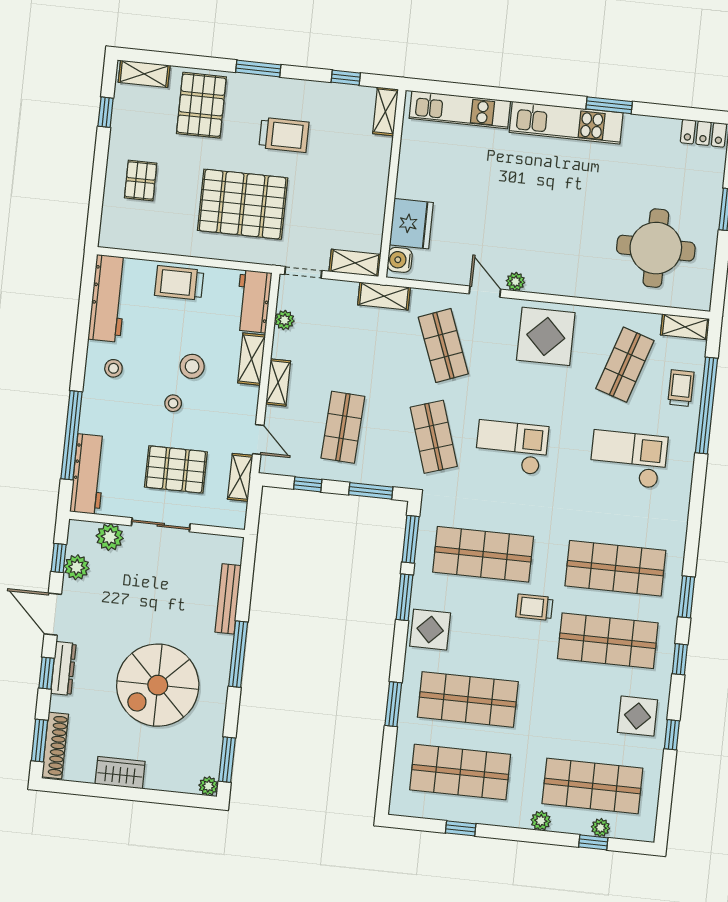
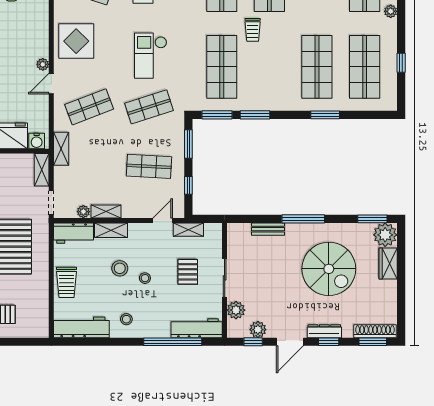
shelving: (278, 382) -> (106, 211), moved
pallet: (176, 469) -> (188, 272), width x0.67, depth x0.71
bench: (228, 599) -> (268, 229), width x0.73
display table: (430, 630) -> (274, 96), removed
wardrobe: (120, 773) -> (388, 263), moved
plant: (208, 786) -> (385, 235), width x1.88, depth x1.88

